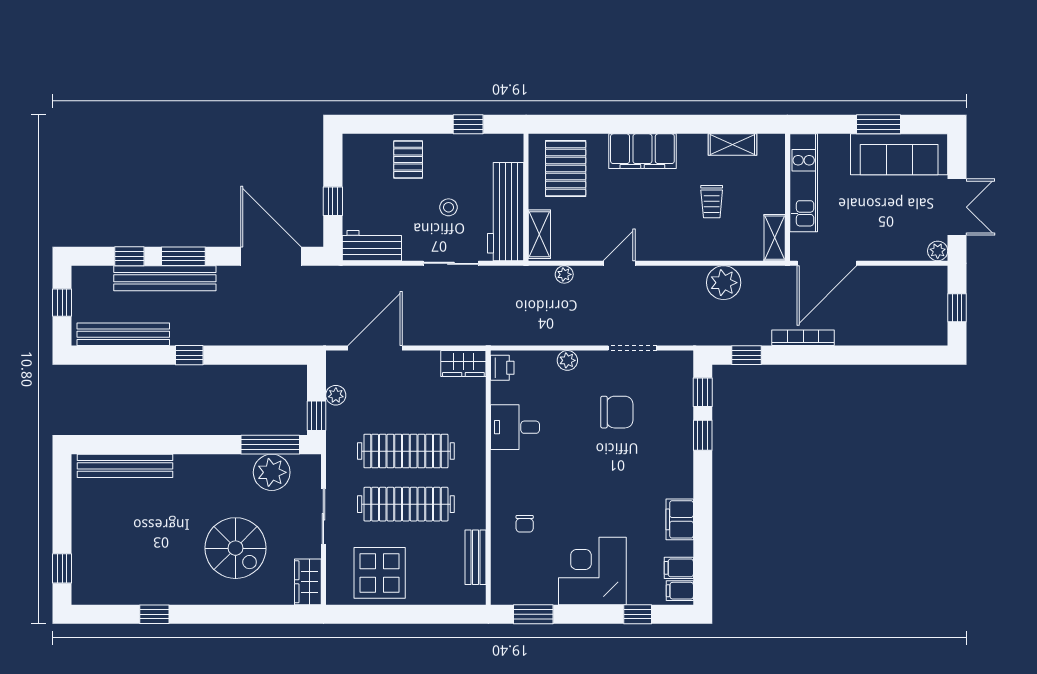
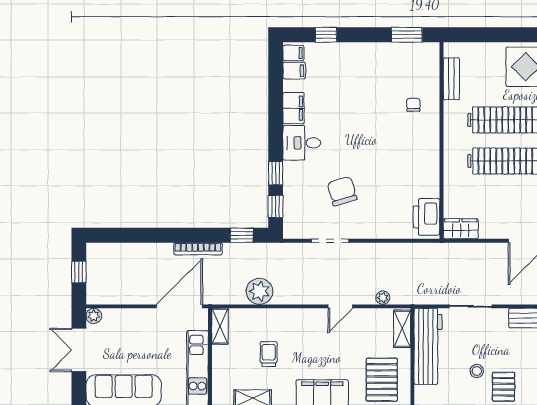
stool: (448, 207) -> (477, 371), moved
plant: (567, 360) -> (380, 231), removed
printer: (502, 368) -> (426, 217), width x1.87, depth x1.48
chair: (617, 412) -> (342, 191), turned 74
desk: (515, 427) -> (302, 143), moved, turned 180
corner desk: (592, 571) -> (361, 68), removed

